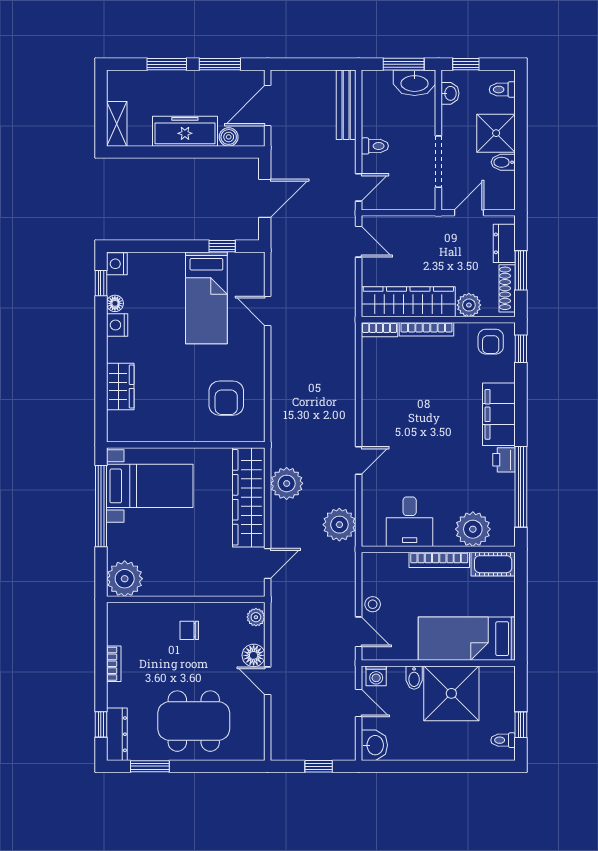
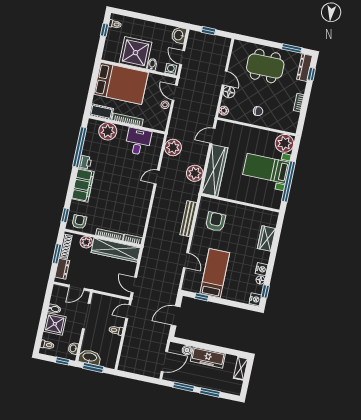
bench: (346, 105) -> (188, 219), moved
bed with nightstands: (150, 486) -> (266, 168), moved
bed: (467, 639) -> (121, 83), width x1.50

